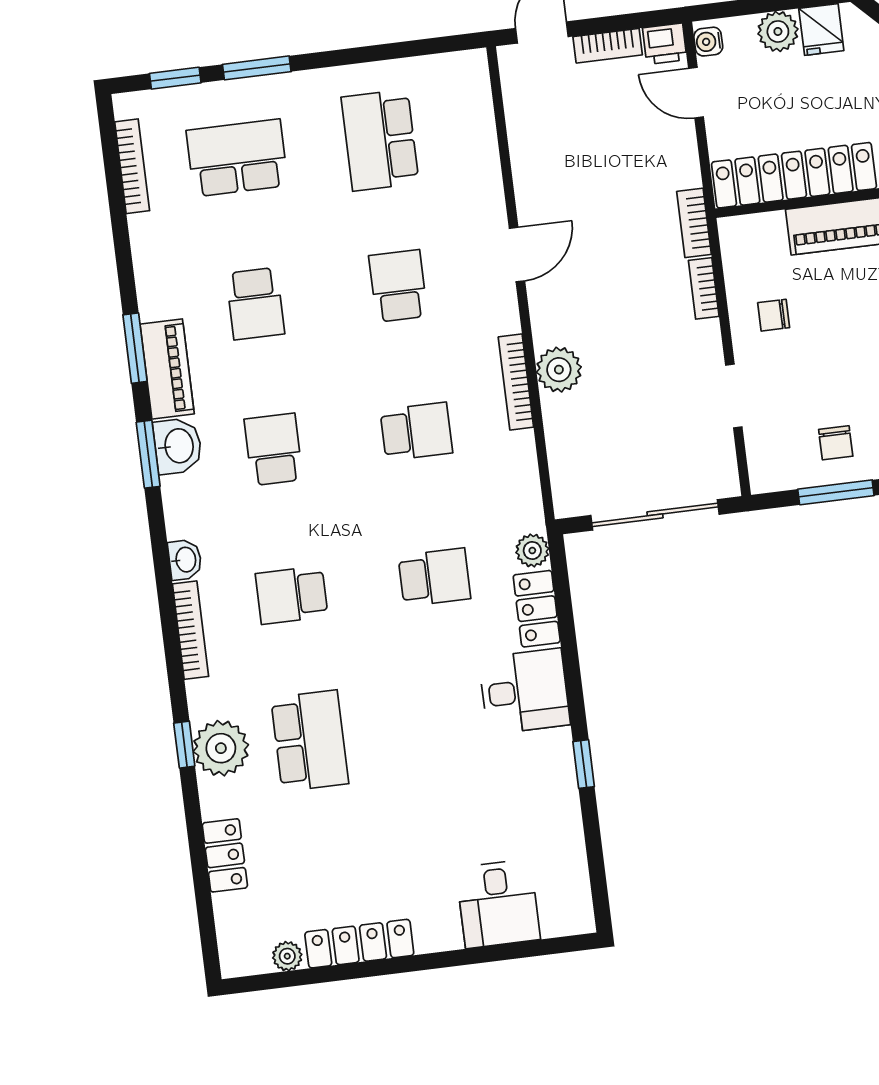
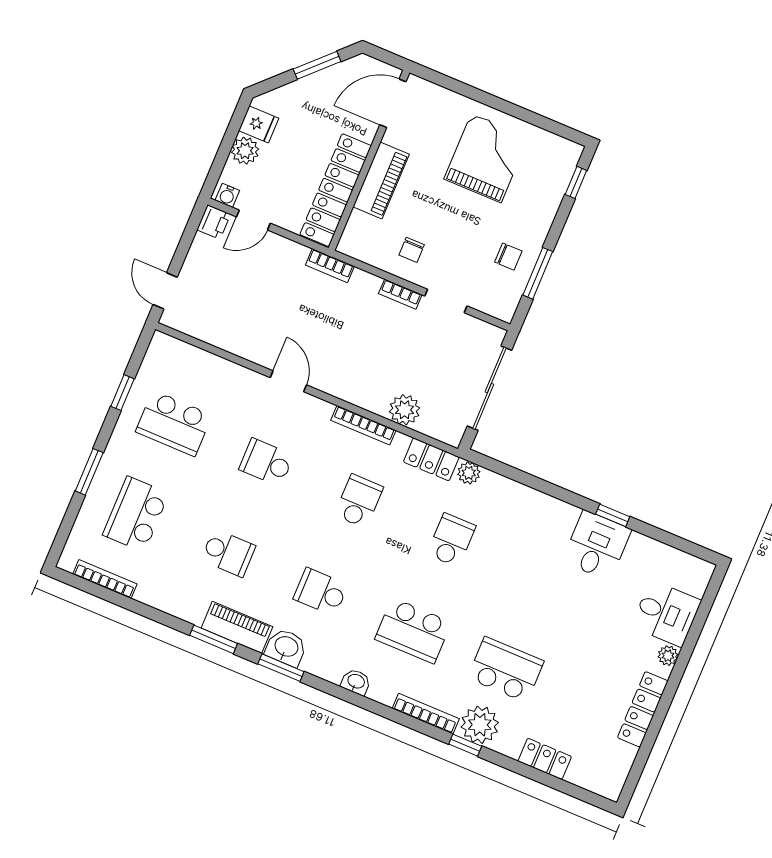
bookcase: (608, 46) -> (195, 256), removed
window: (175, 78) -> (122, 393), moved
bookcase: (704, 288) -> (400, 294), moved
plant: (559, 370) -> (405, 410), moved
school desk: (292, 595) -> (413, 631), width x1.85
locker: (537, 609) -> (431, 459), moved
bookcase: (190, 630) -> (426, 714), moved
desk: (524, 691) -> (597, 545), moved
plant: (287, 956) -> (668, 656), moved

